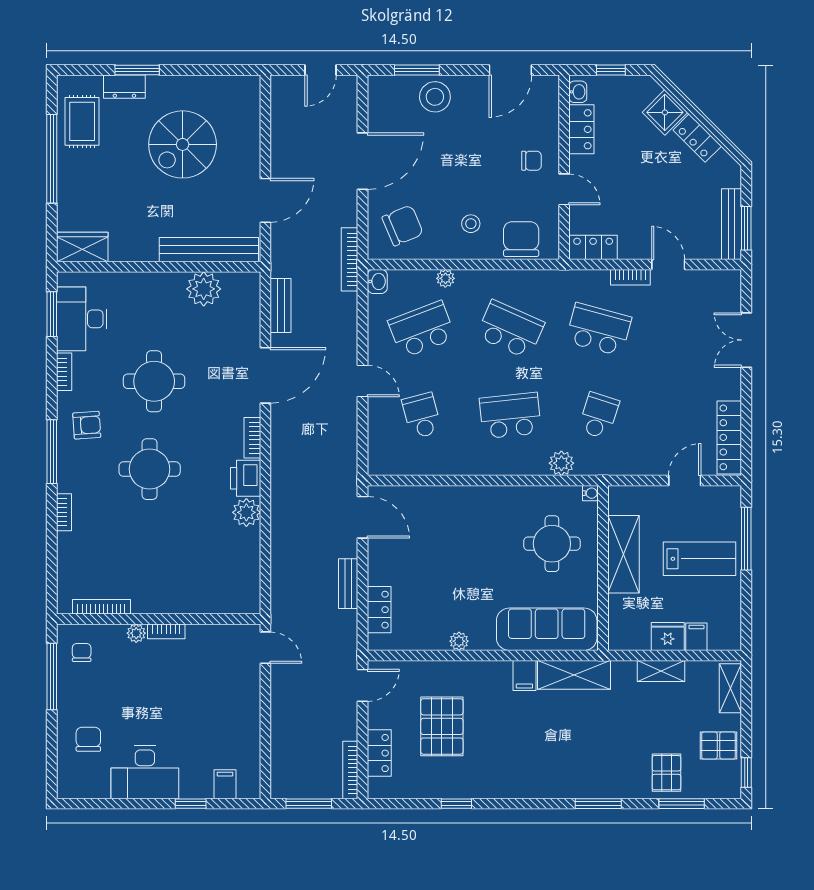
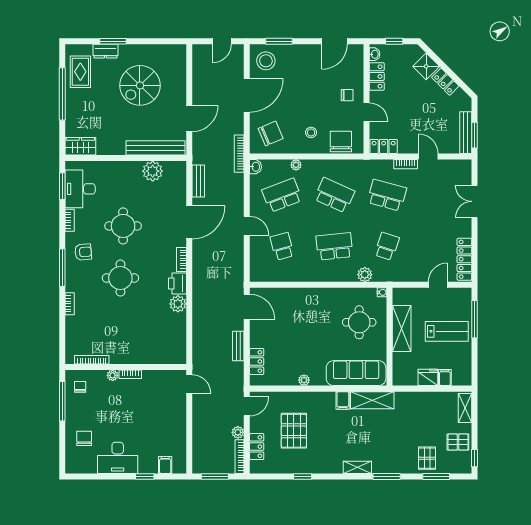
stool: (435, 97) -> (266, 61), moved
shelving: (661, 671) -> (357, 467), moved
plant: (347, 729) -> (238, 432), added

